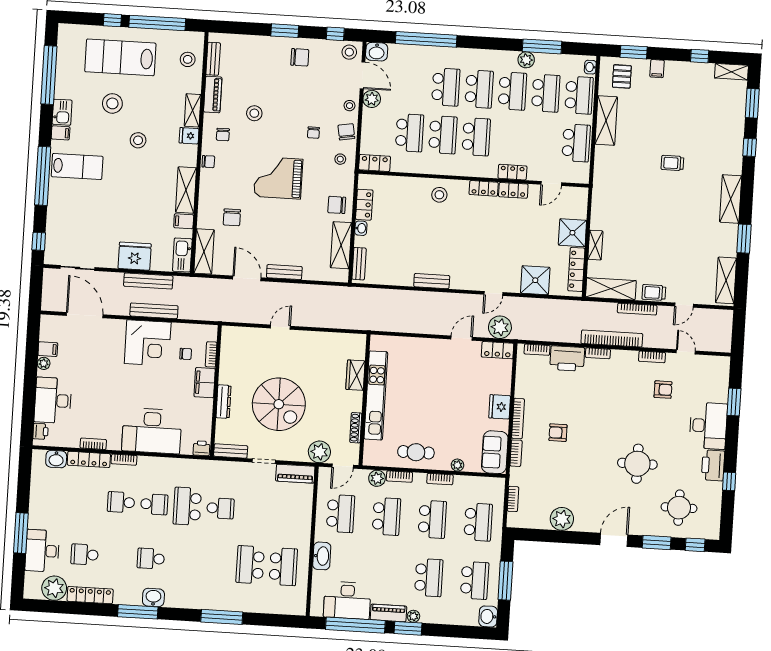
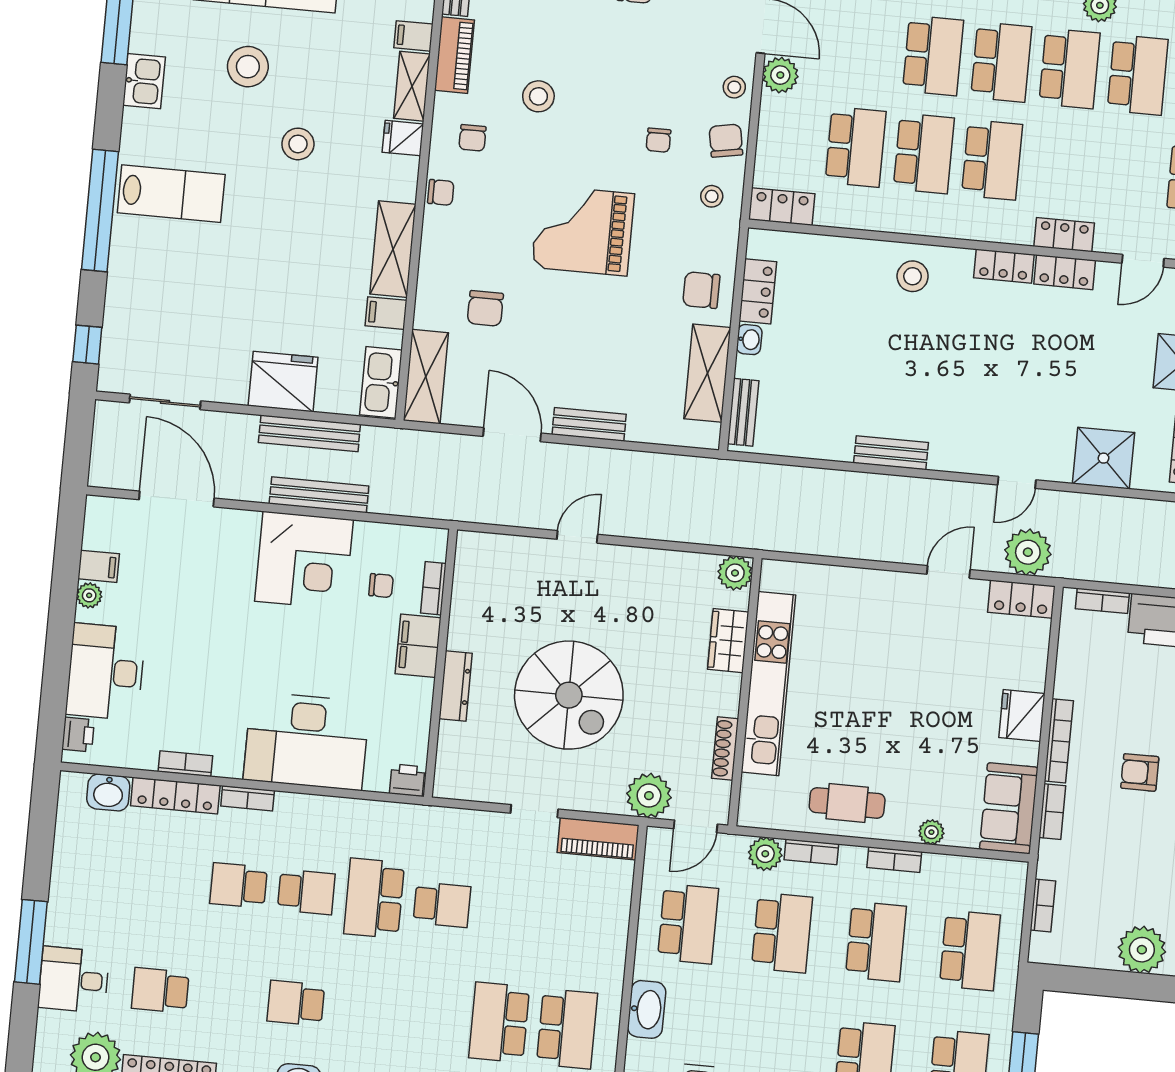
filing cabinet: (61, 133) -> (413, 36), moved, turned 180
plant: (358, 342) -> (735, 573), added
bench: (231, 451) -> (467, 788), removed
desk: (42, 551) -> (74, 980), width x0.73

